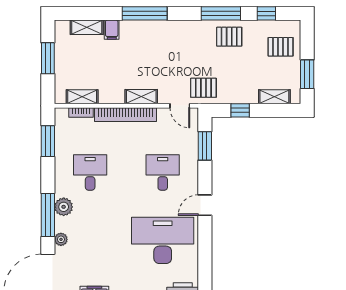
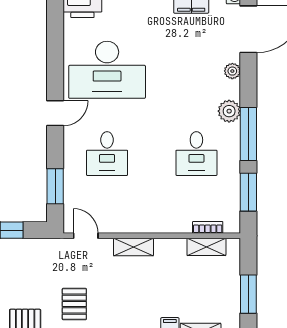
pallet: (203, 88) -> (74, 304), moved, turned 90
bookcase: (125, 115) -> (153, 225), removed
window: (48, 215) -> (248, 134), moved

